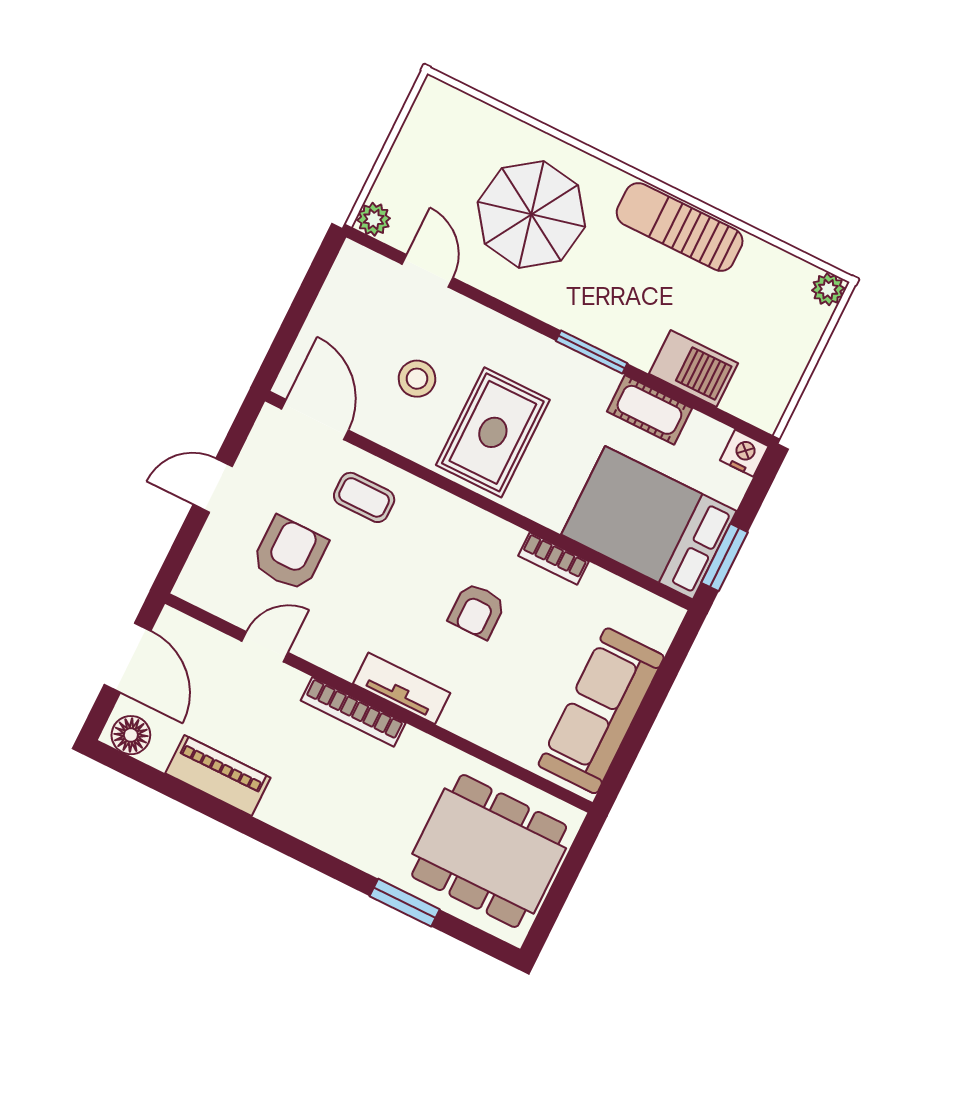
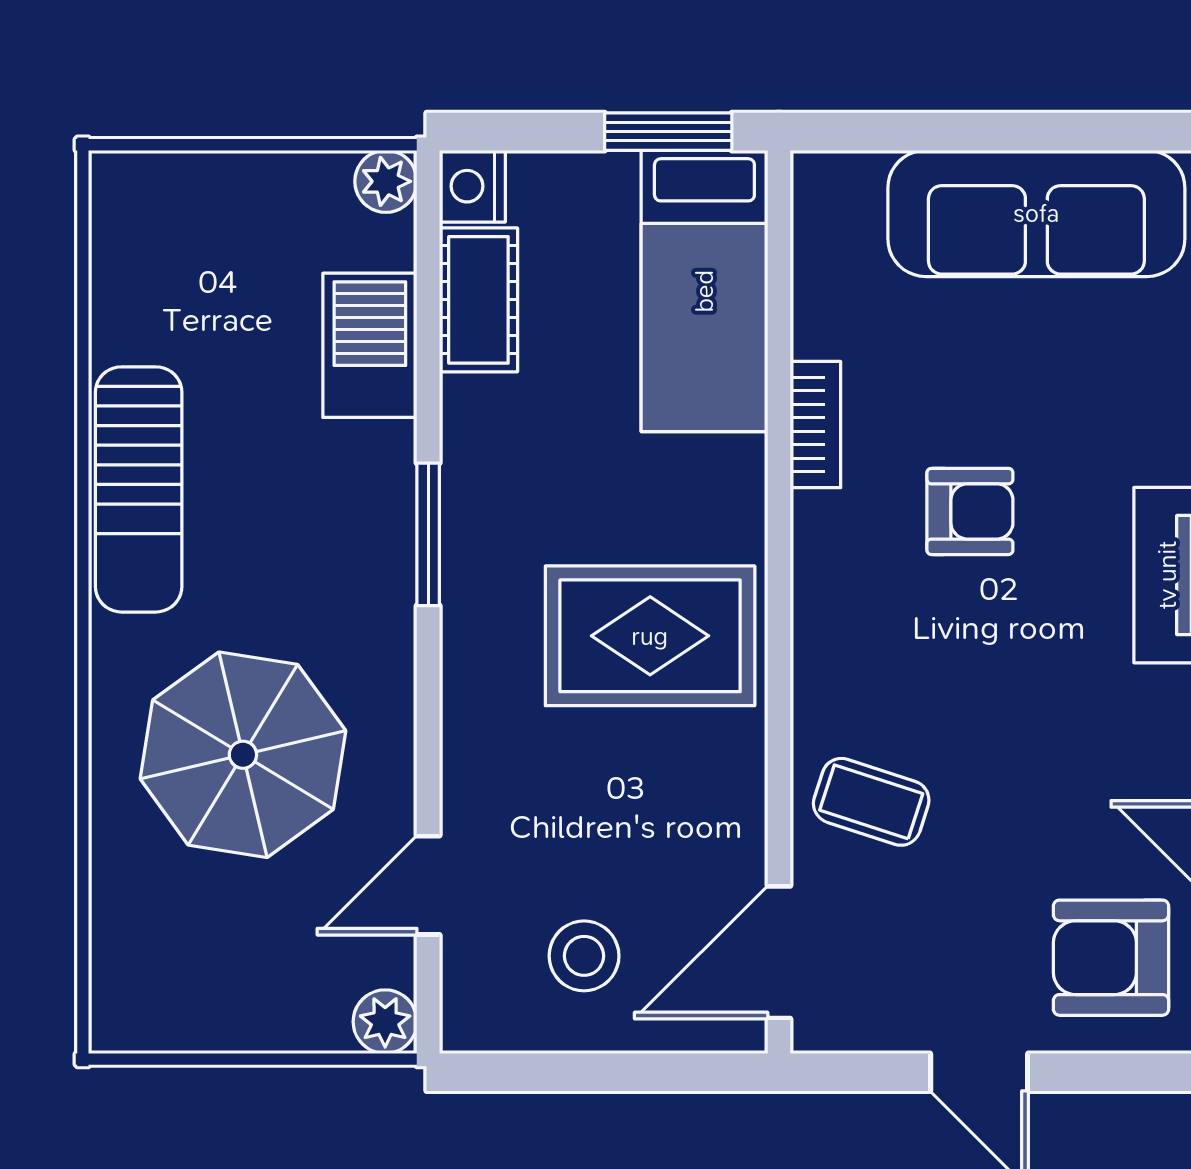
plant: (828, 289) -> (386, 181), moved
stool: (417, 379) -> (584, 956), moved
cot: (649, 410) -> (478, 300), moved
coffee table: (364, 497) -> (871, 802), turned -72
bed: (649, 523) -> (704, 291), width x0.67
armchair: (290, 554) -> (1111, 958), moved

